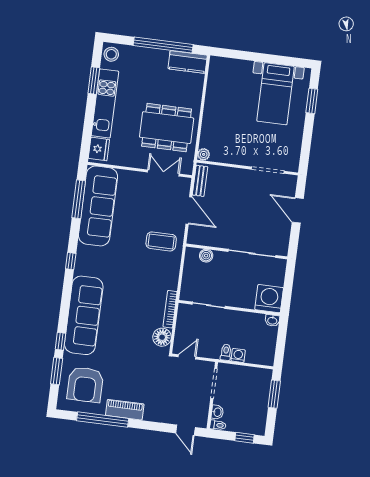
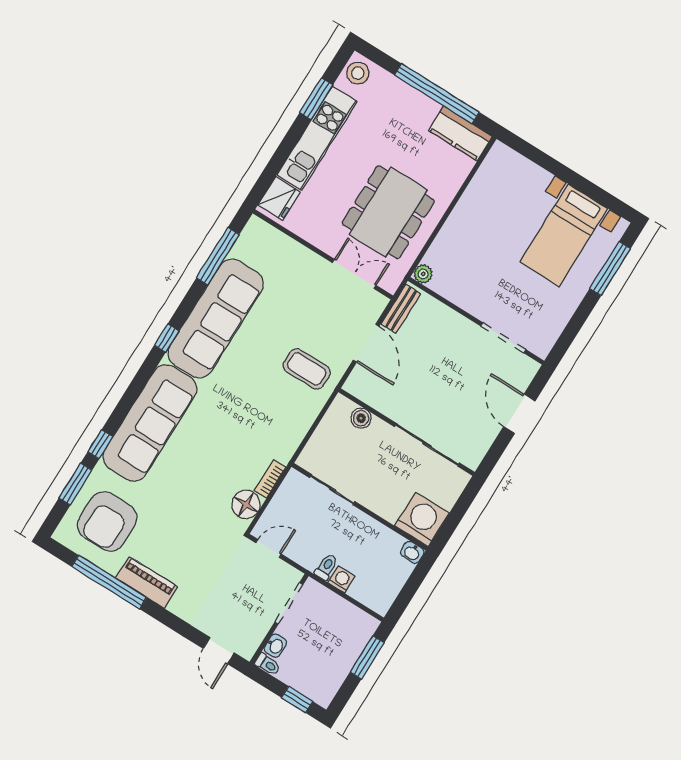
window: (312, 101) -> (610, 269), width x1.44
dining table: (167, 128) -> (388, 212), turned 90
sofa: (98, 206) -> (216, 319), moved
bookcase: (170, 309) -> (270, 479), width x0.64

